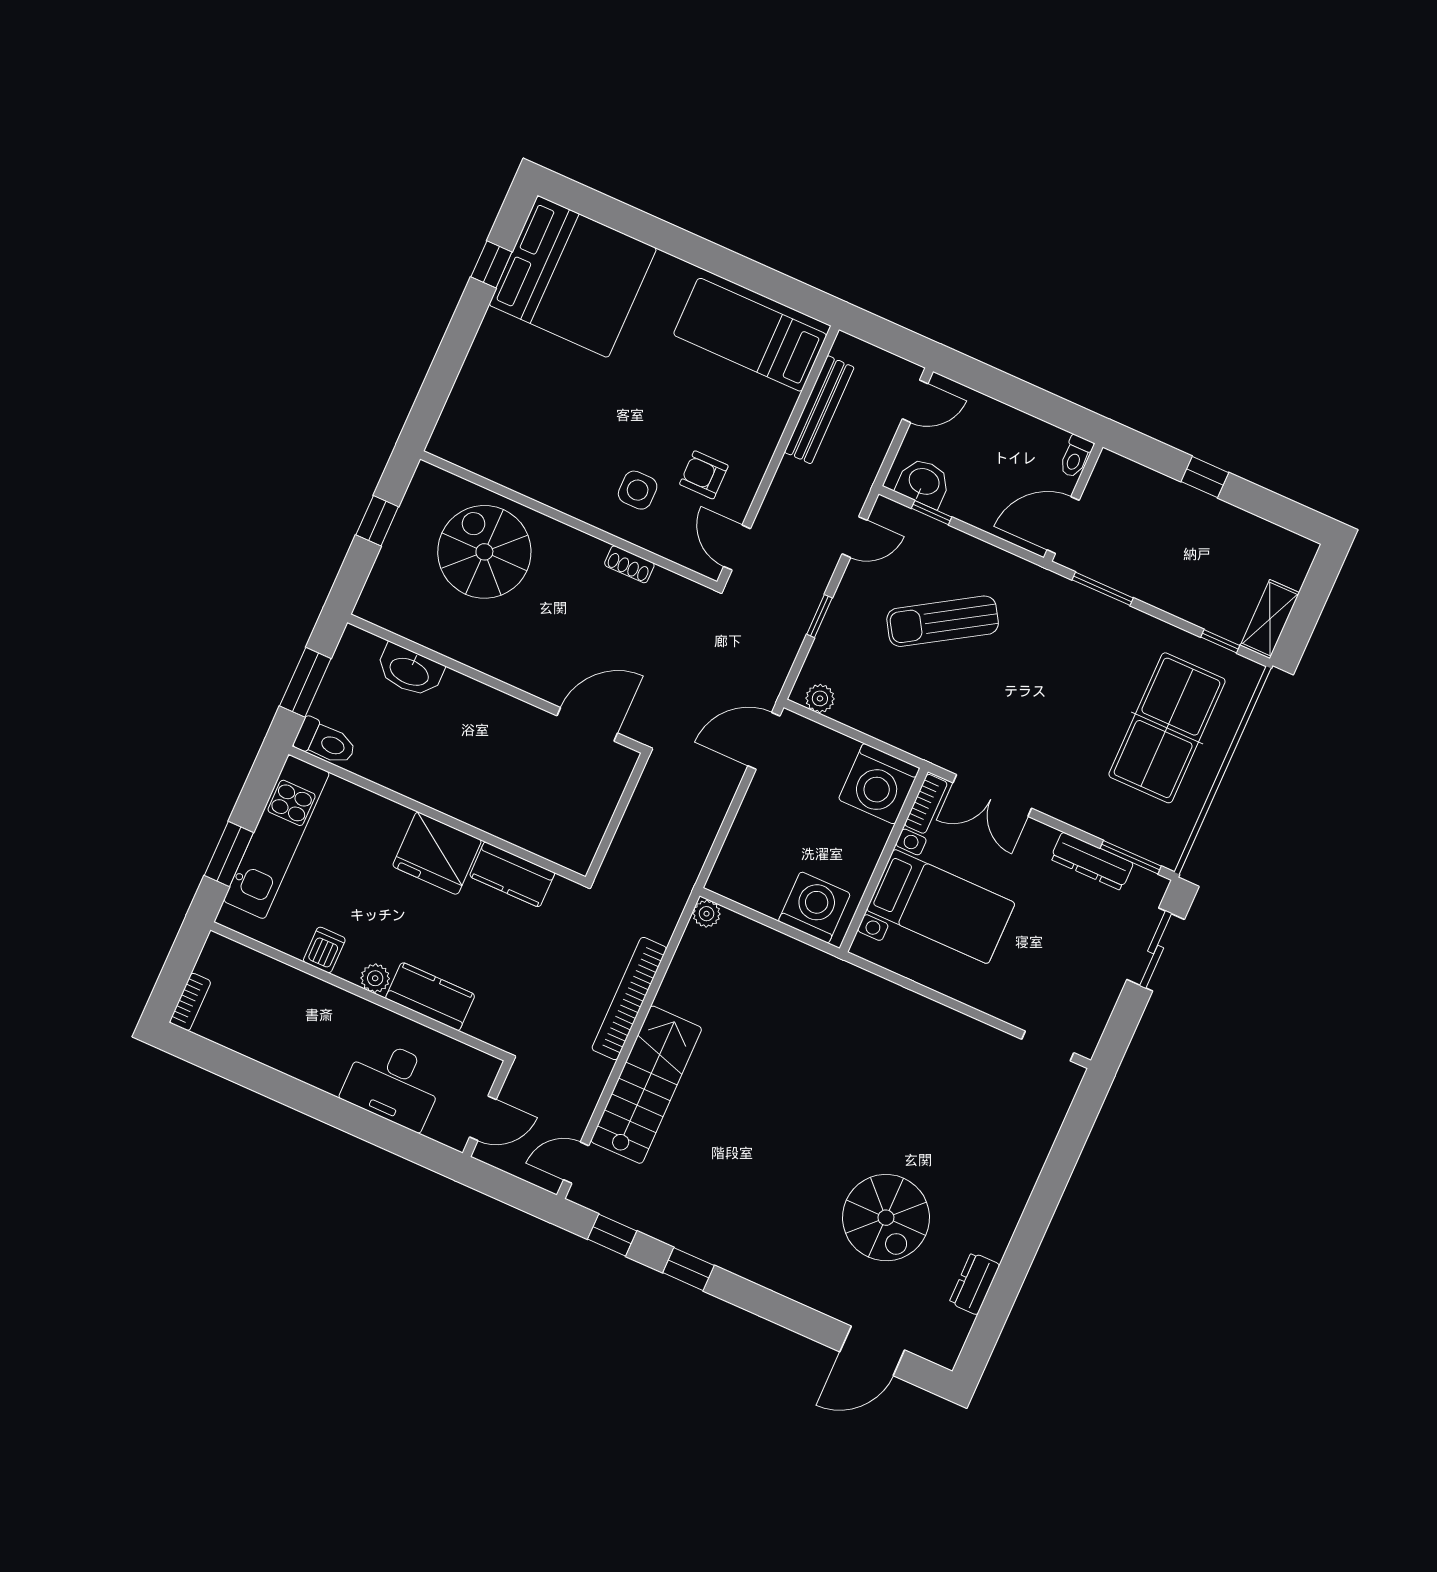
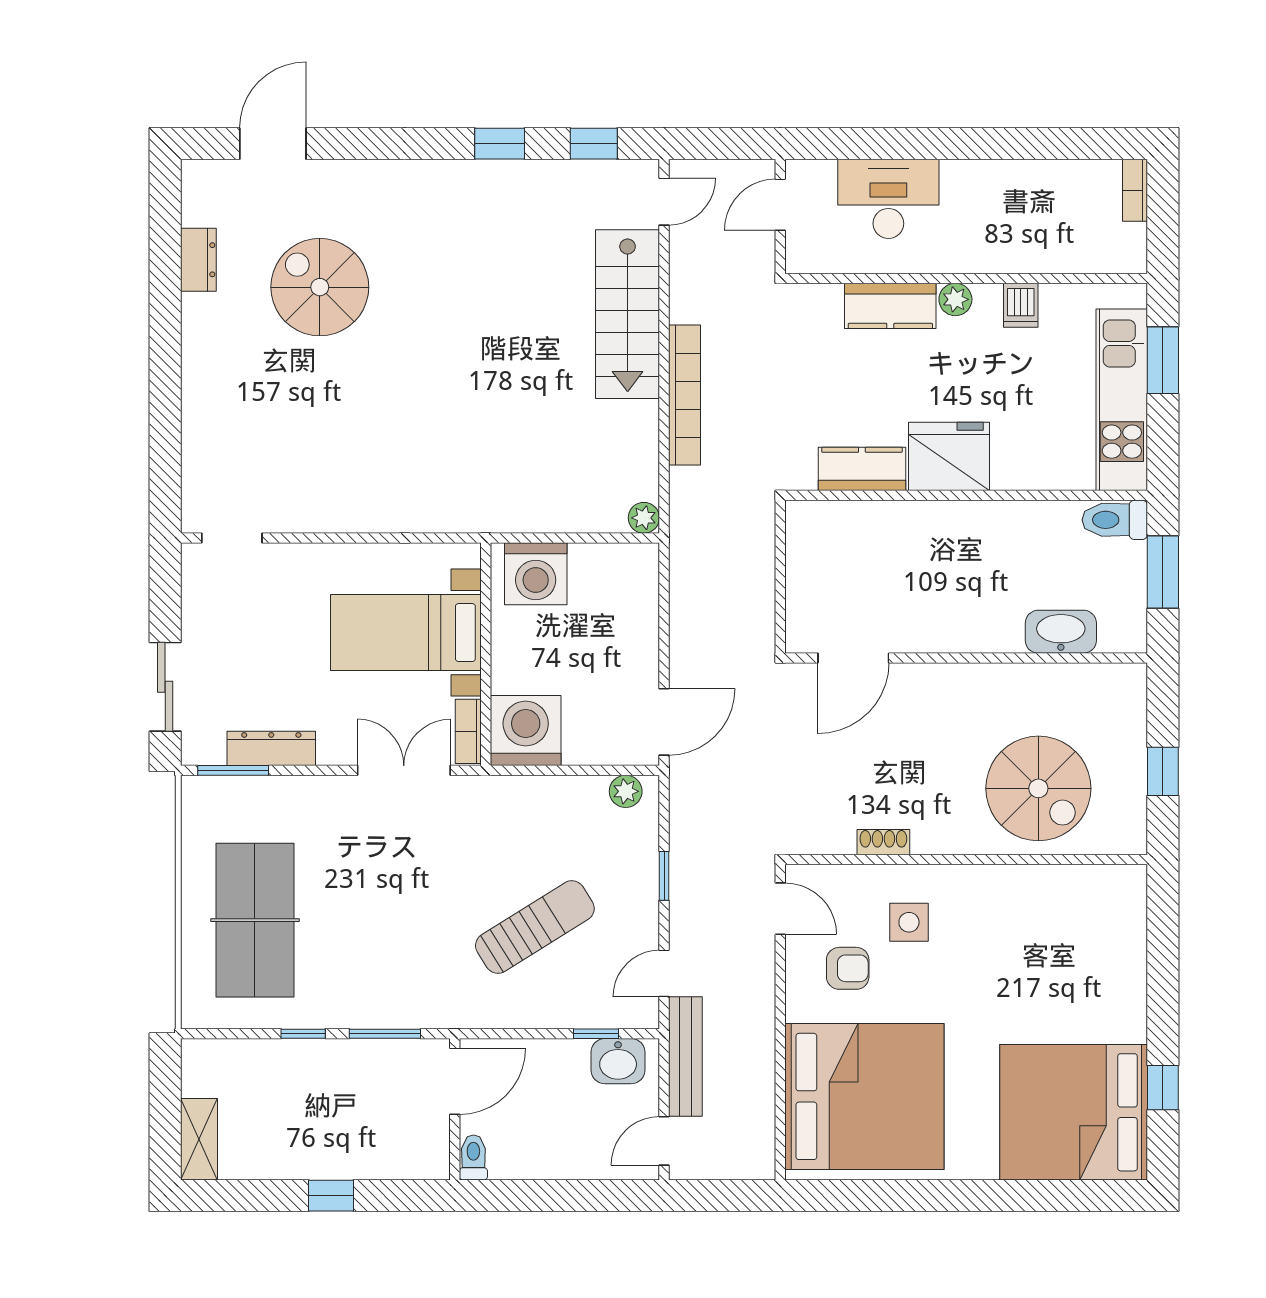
bed: (750, 335) -> (864, 1096), width x2.04
bench: (819, 410) -> (685, 1057), moved
shelving: (1270, 619) -> (199, 1139), moved
window: (1220, 641) -> (303, 1034), moved

